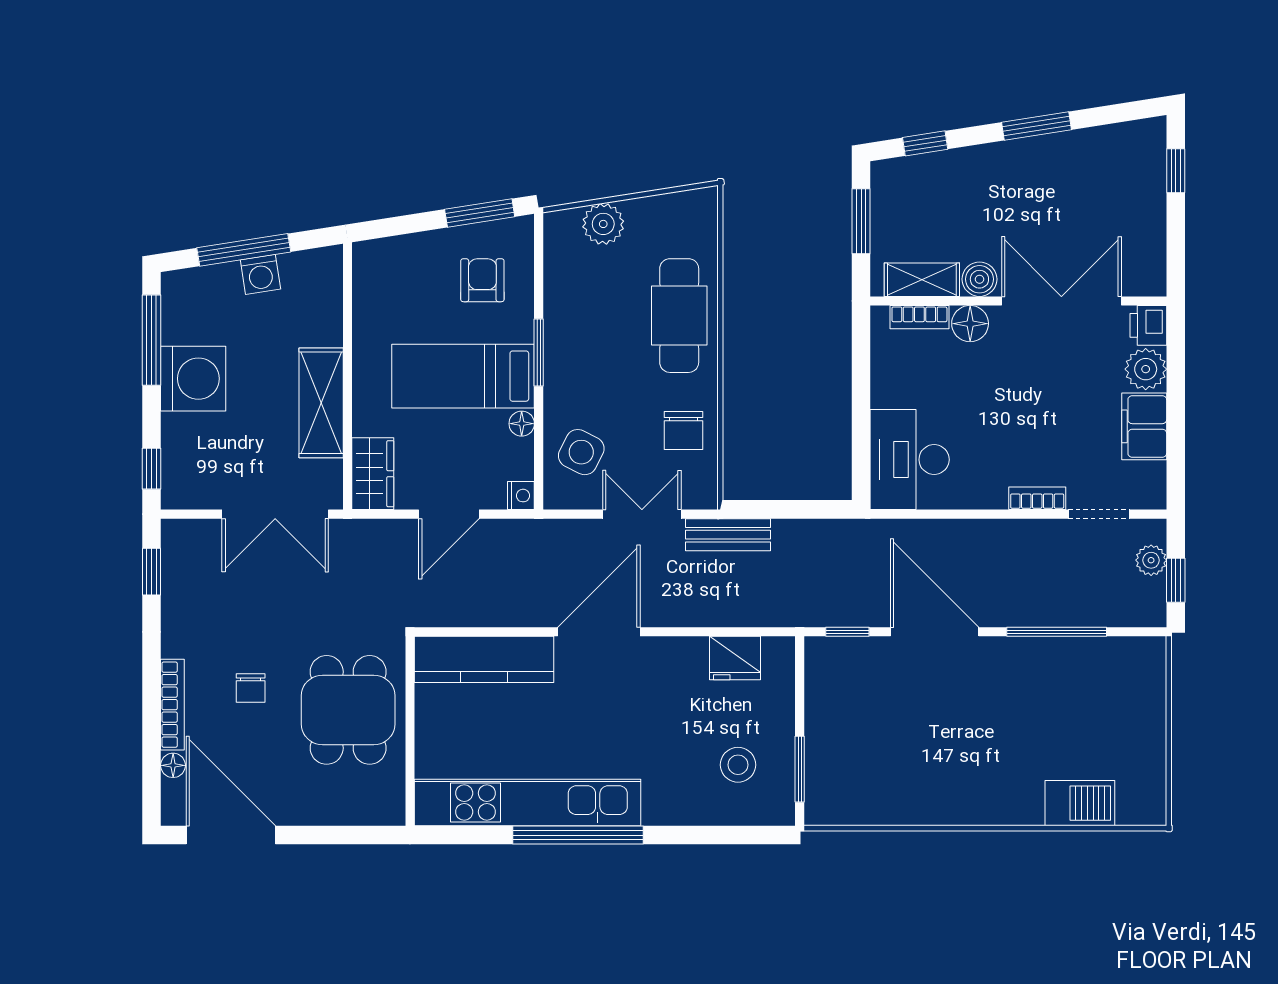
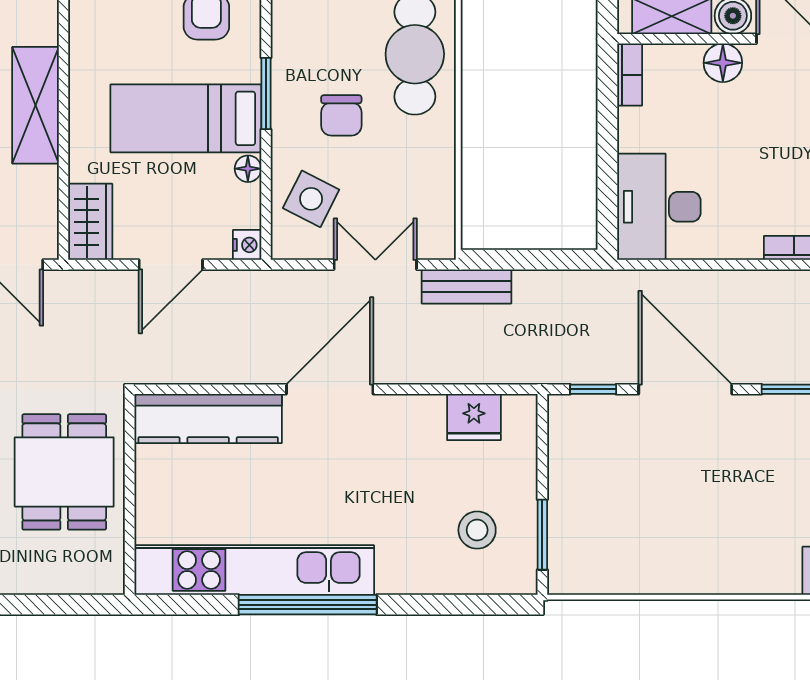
bookcase: (919, 317) -> (630, 75), moved, turned -90
shelving: (321, 403) -> (35, 105), moved
chair: (684, 430) -> (341, 115), moved

